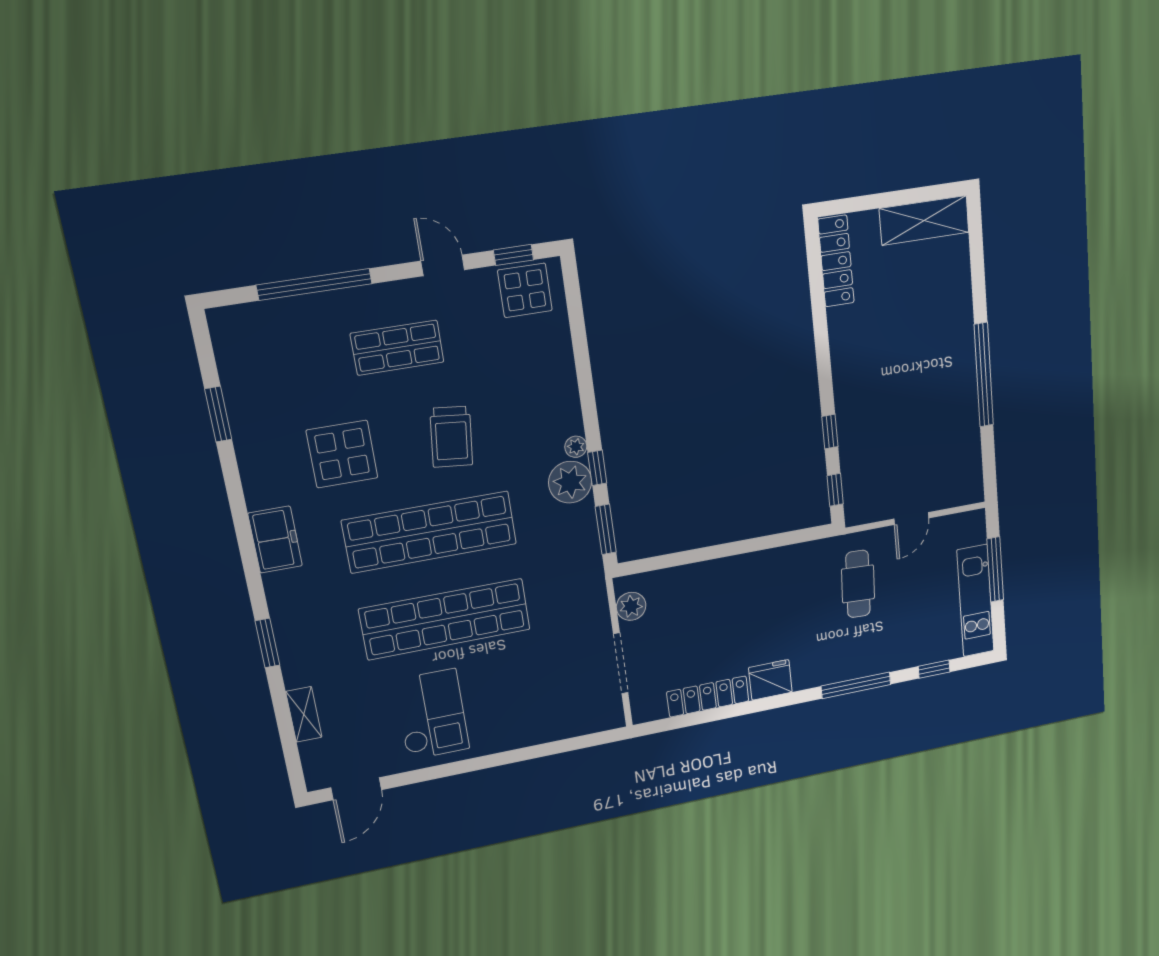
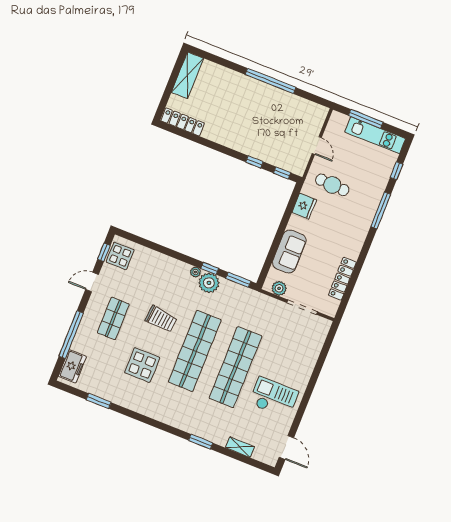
freezer: (275, 540) -> (72, 366), moved, turned 90
sofa: (705, 584) -> (289, 252), added
fridge: (770, 680) -> (304, 206), moved, turned 180

